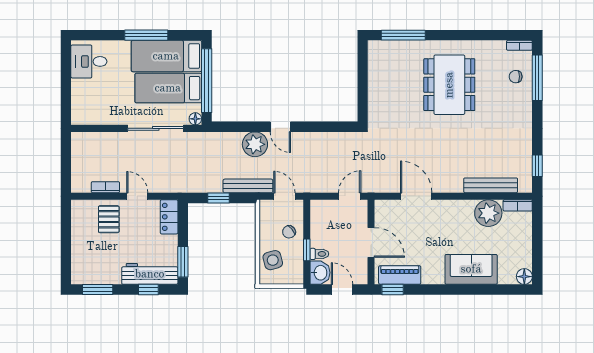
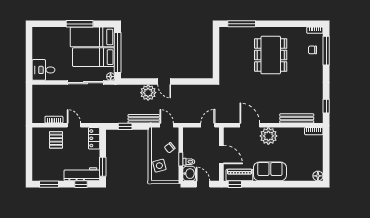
desk: (89, 61) -> (43, 70), moved
plant: (488, 213) -> (268, 136), moved
sofa: (471, 269) -> (270, 171), moved

